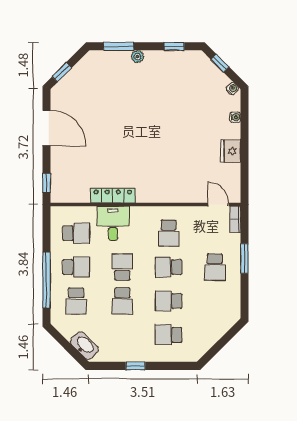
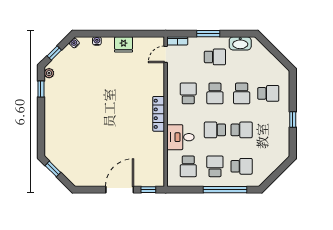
window: (119, 46) -> (41, 133), removed
plant: (137, 56) -> (49, 73), moved
window: (62, 72) -> (53, 169), moved
door: (46, 128) -> (120, 190), moved
locker: (113, 196) -> (159, 114), moved
school desk: (76, 233) -> (188, 166), turned 180
school desk: (169, 233) -> (188, 93), turned -90
school desk: (169, 335) -> (268, 93), turned -90
washbasin: (84, 346) -> (240, 43), moved, turned -135

